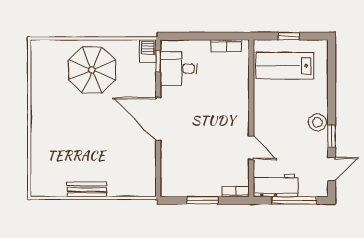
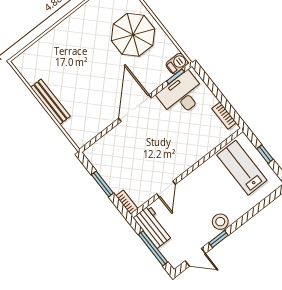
desk: (179, 69) -> (182, 95), width x1.37
bench: (87, 189) -> (50, 102), width x1.36

